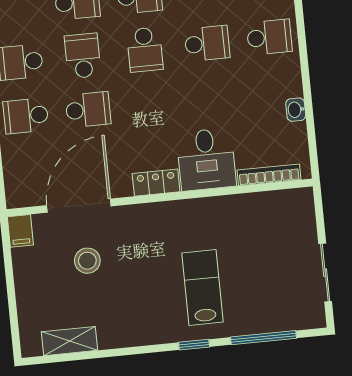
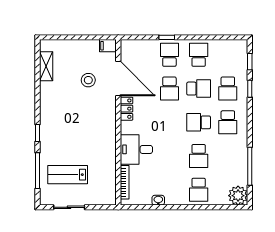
locker: (156, 183) -> (127, 109), moved
lab bench: (203, 287) -> (68, 175), moved, turned 180

